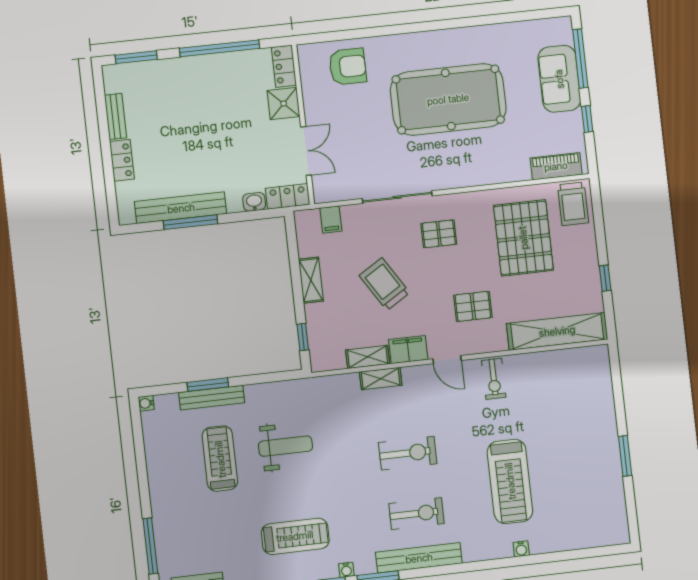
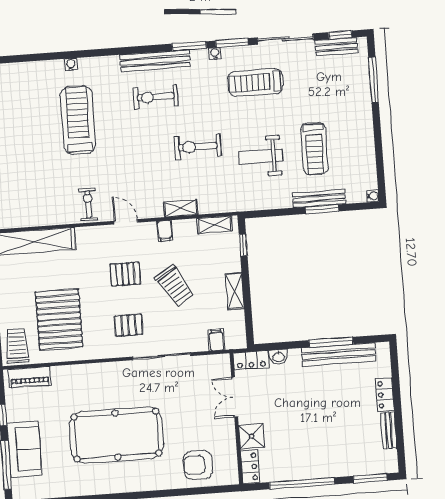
pallet: (473, 306) -> (125, 274), moved
filing cabinet: (408, 350) -> (165, 231), width x0.50
shelving: (368, 357) -> (215, 225), moved
exercise bike: (408, 453) -> (198, 147), moved

